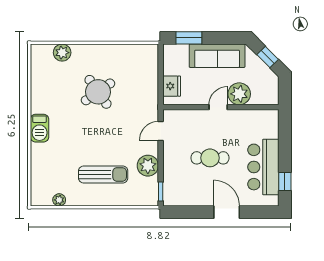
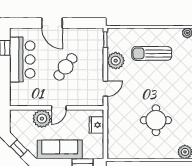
round table: (98, 92) -> (156, 120), turned 35
cafe table: (210, 158) -> (65, 67), turned -53

